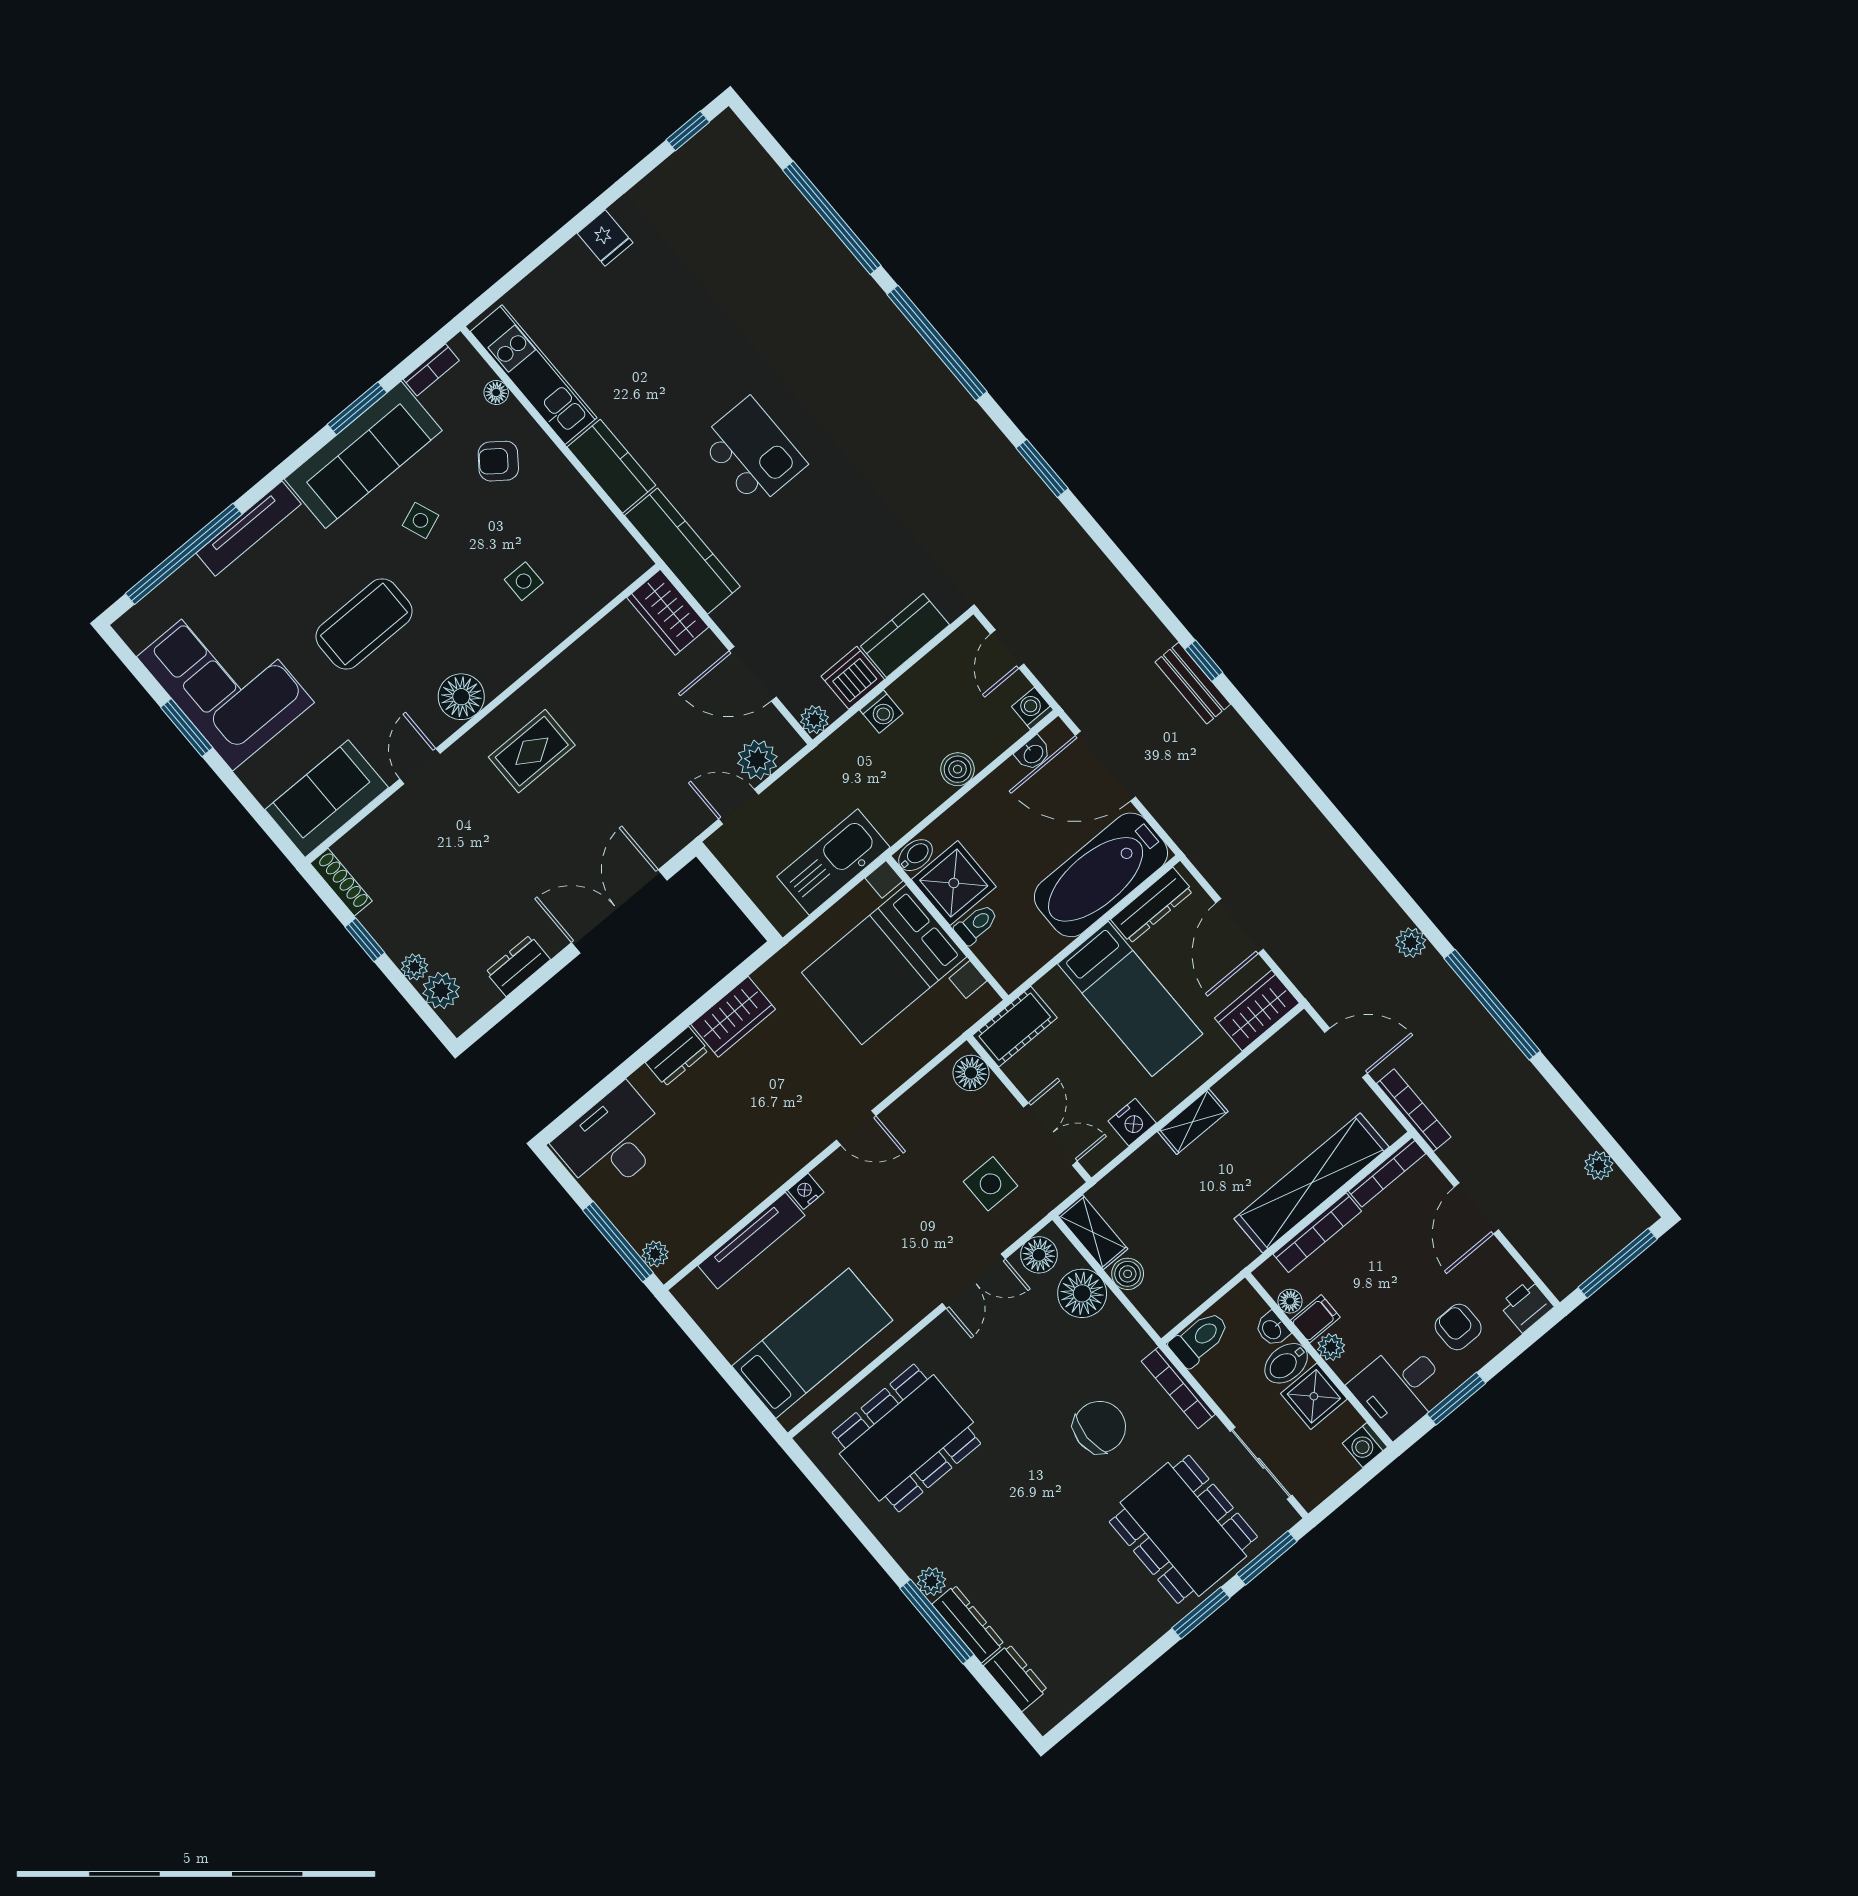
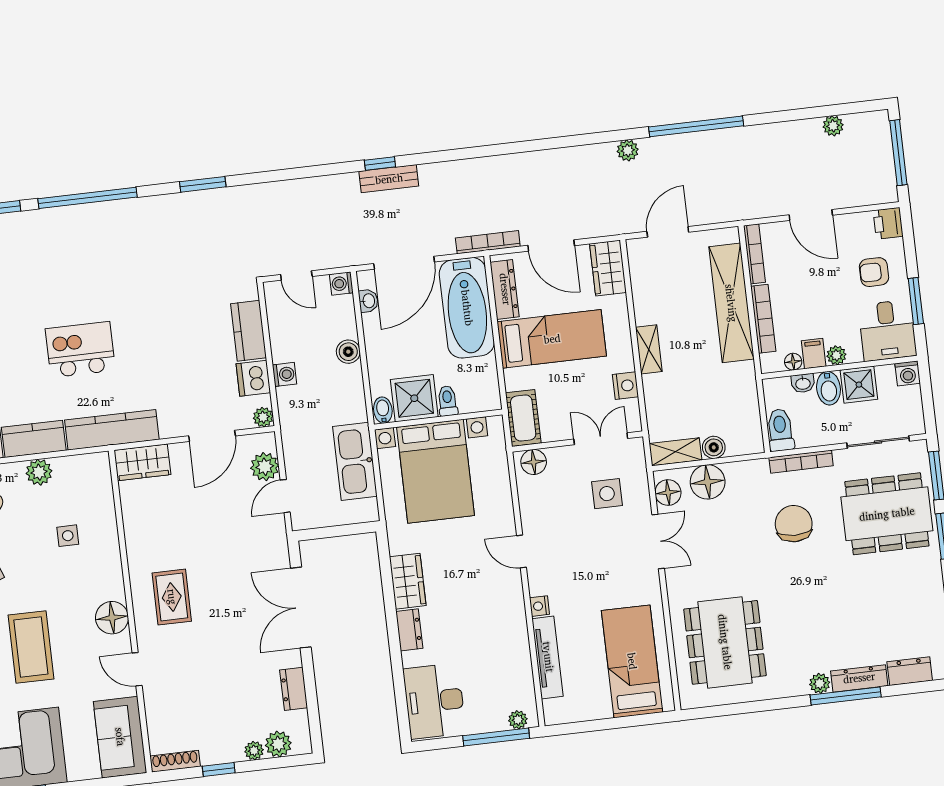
plant: (576, 498) -> (39, 472), added
bookcase: (1414, 1110) -> (488, 242), moved
door: (856, 1128) -> (521, 551), swing flipped

